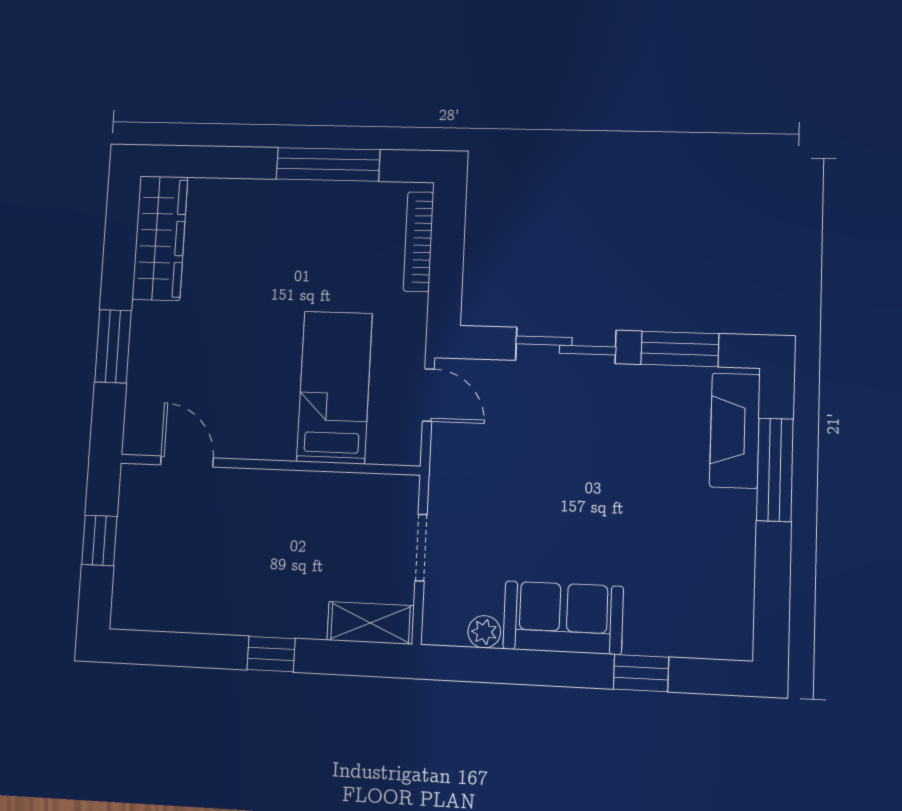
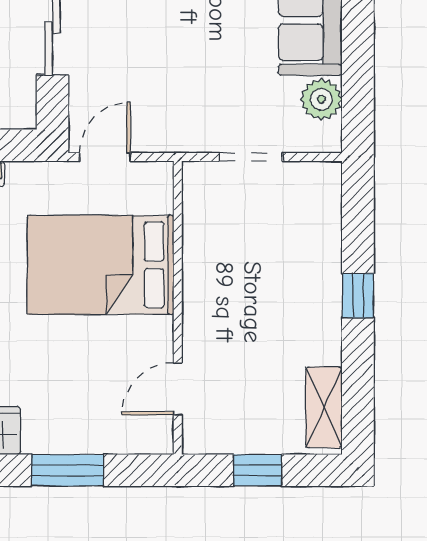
bed: (334, 387) -> (101, 265), width x1.50
shelving: (370, 623) -> (324, 407), moved
plant: (484, 632) -> (321, 99), width x1.38, depth x1.38

